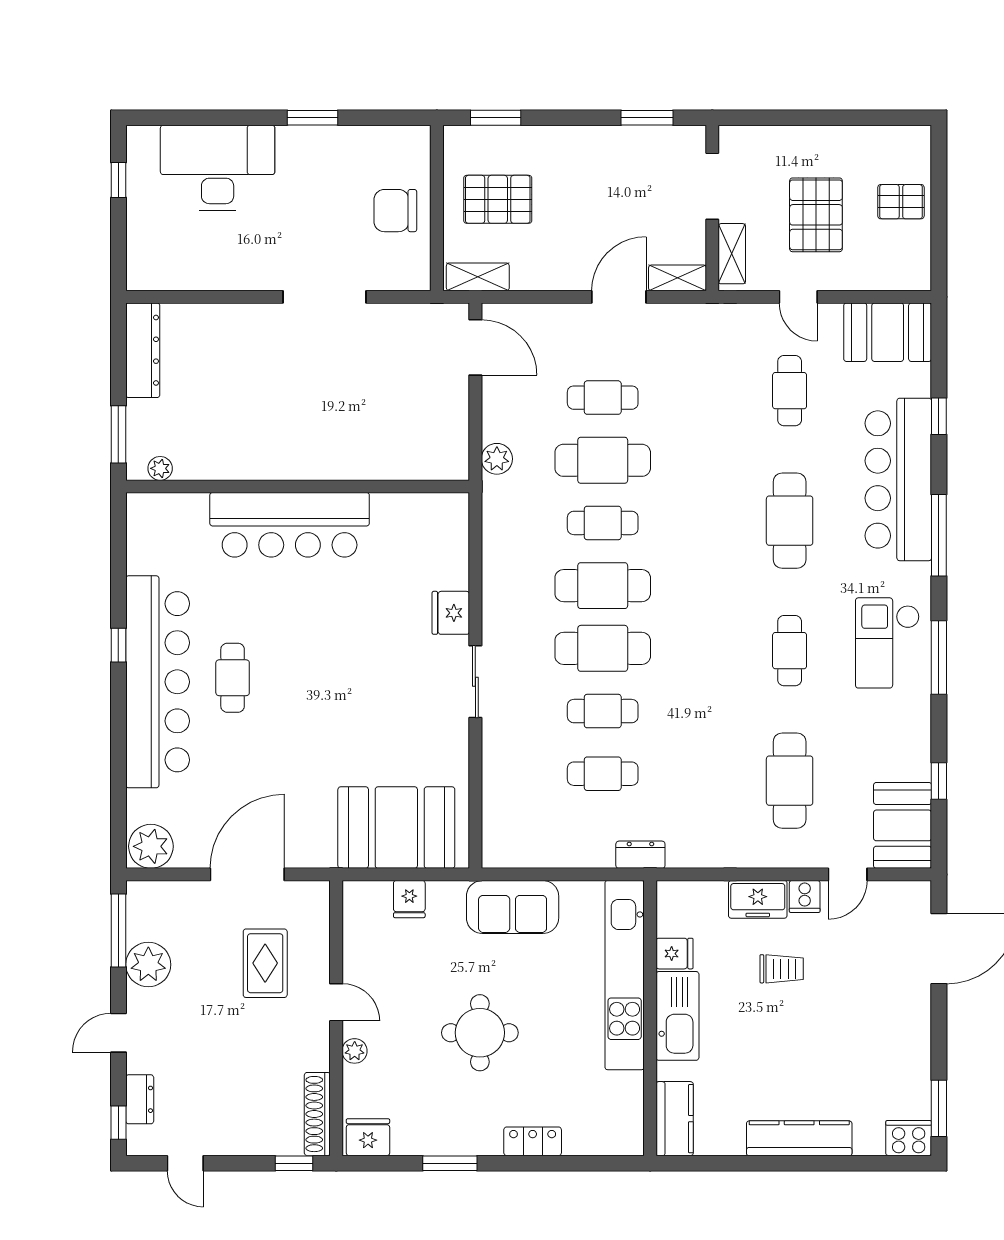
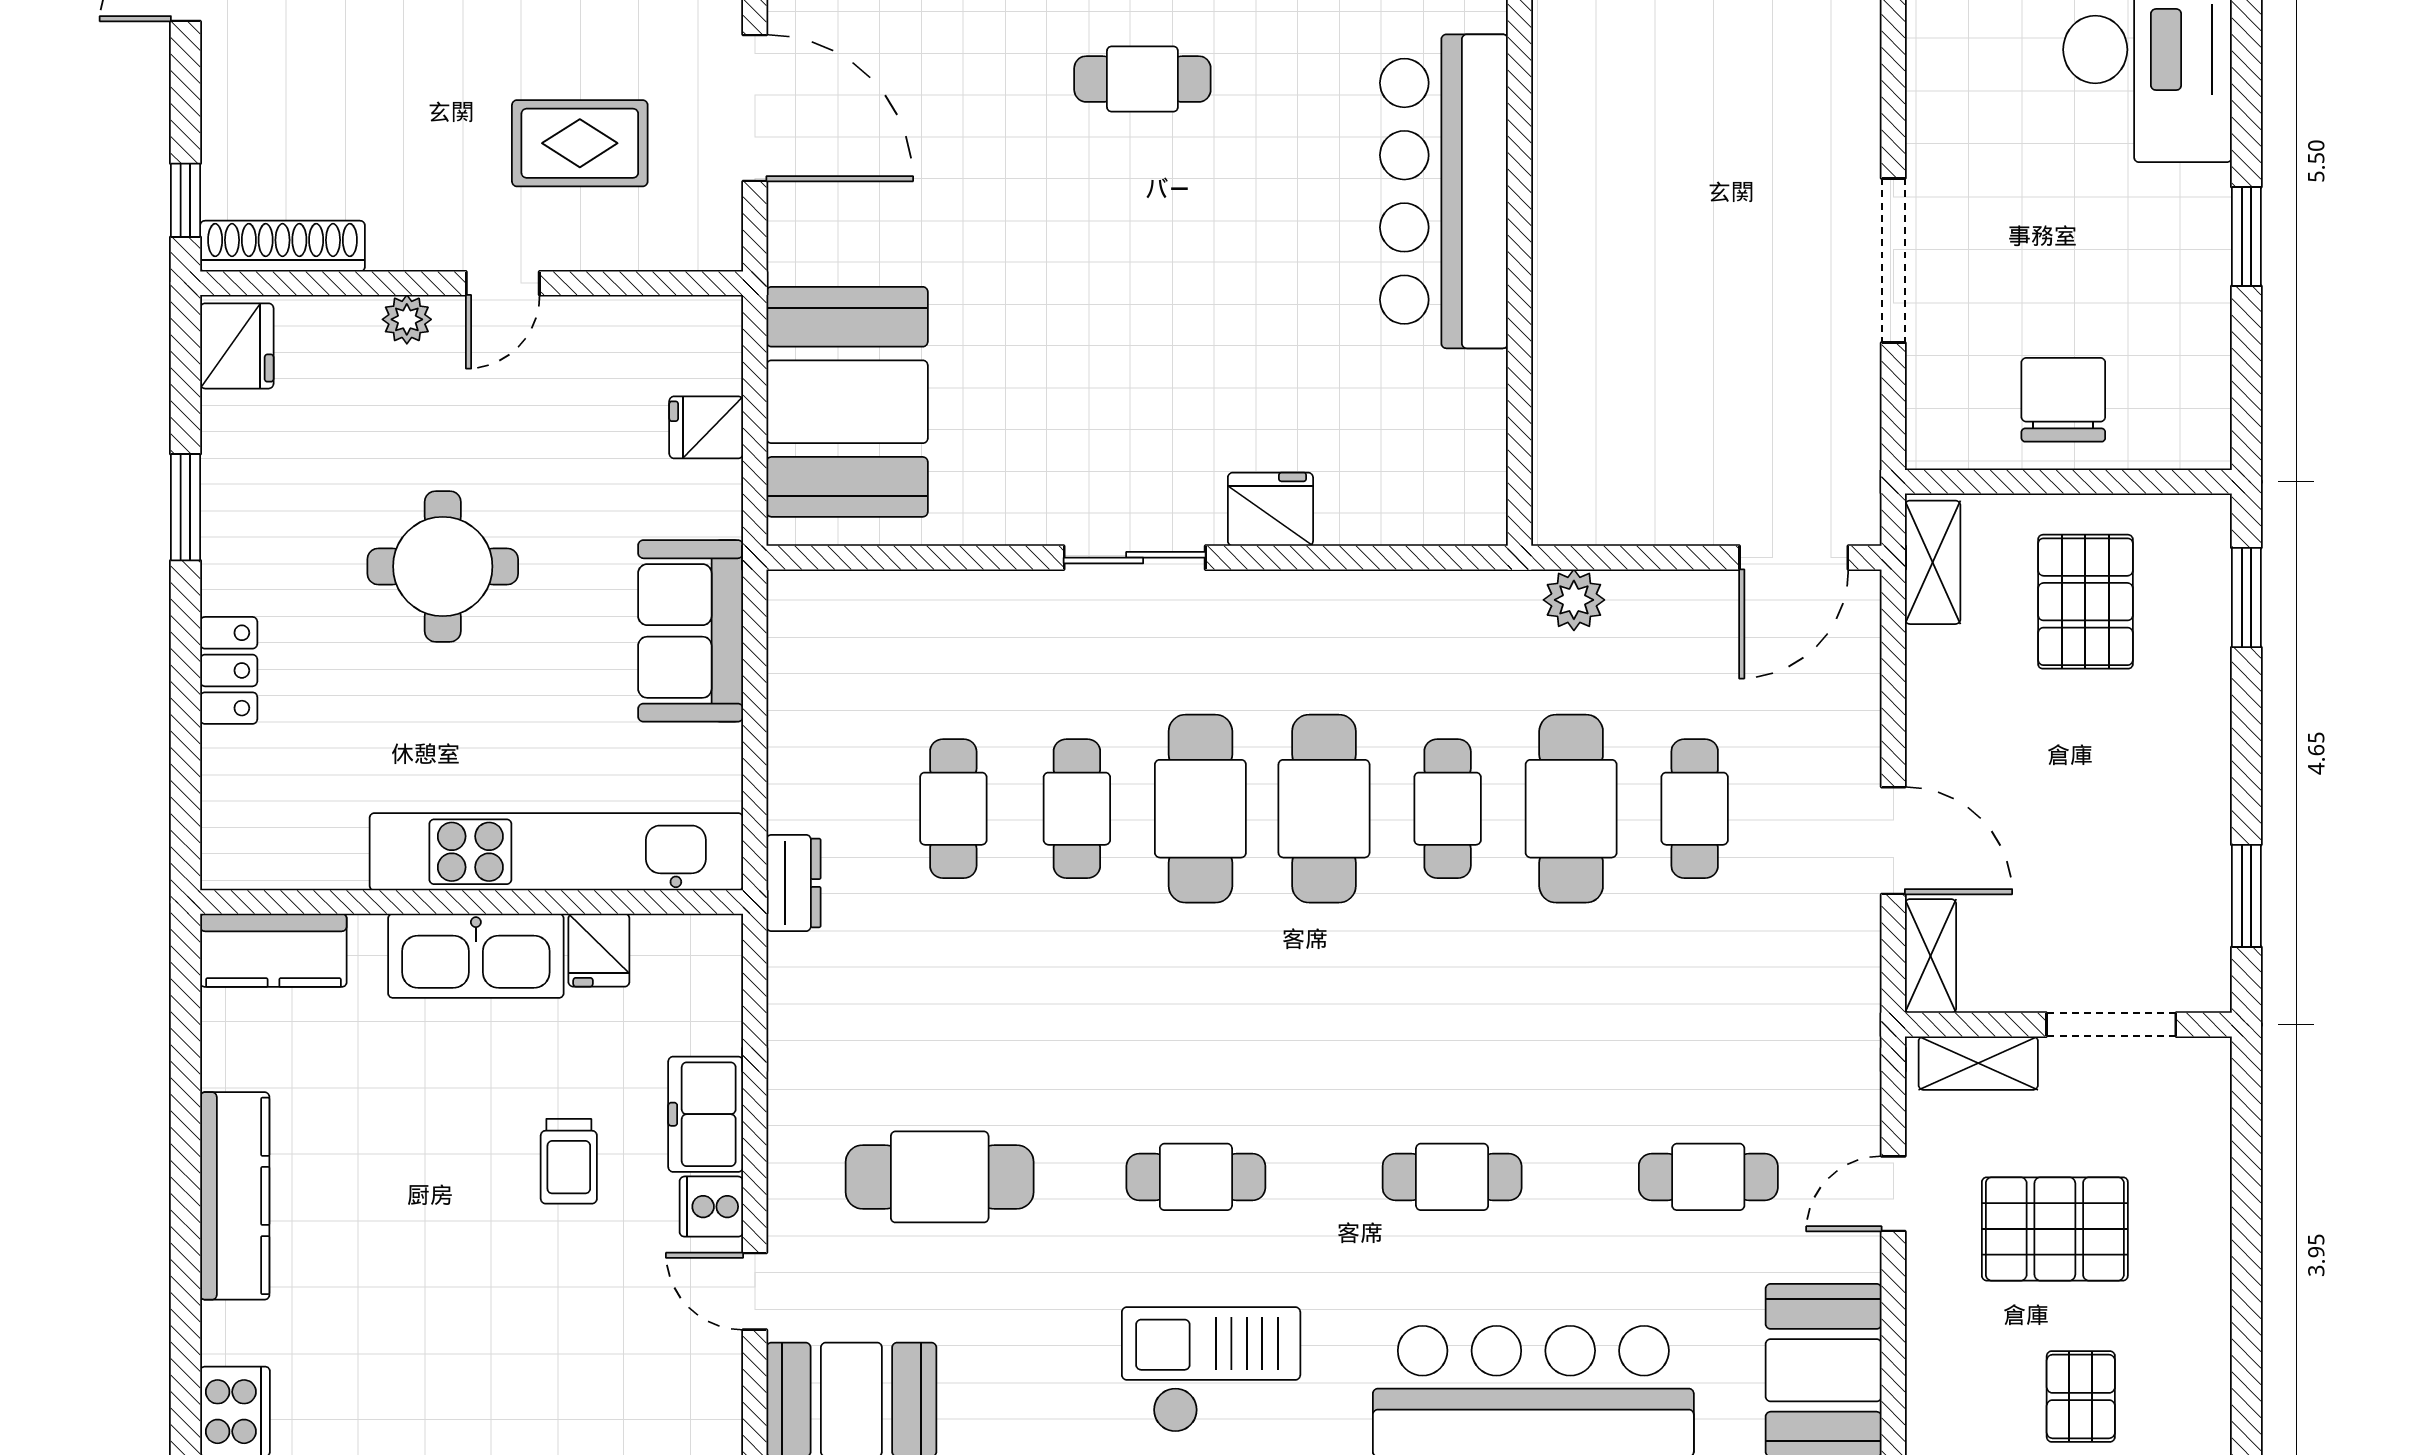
cafe table: (790, 521) -> (1452, 1177), width x0.73, depth x0.74

